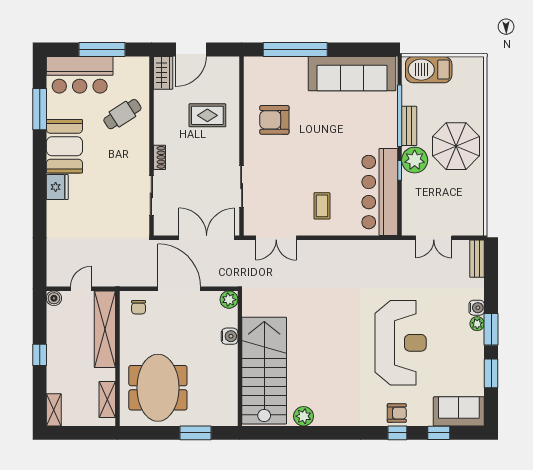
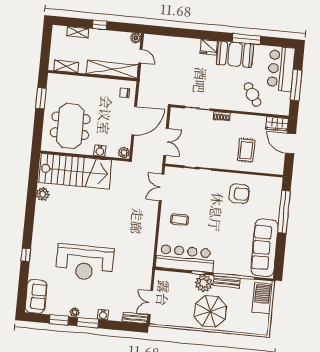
window: (40, 109) -> (247, 39), moved
armchair: (274, 120) -> (239, 194), turned 90
double door: (207, 238) -> (166, 142), width x0.73
double door: (434, 238) -> (150, 303), moved
plant: (477, 324) -> (75, 312), moved
meeting table: (158, 388) -> (70, 126), moved, turned 90
shelving: (54, 410) -> (78, 32), moved
armchair: (397, 413) -> (39, 256), removed
window: (195, 433) -> (41, 98), moved
window: (439, 433) -> (23, 282), removed

